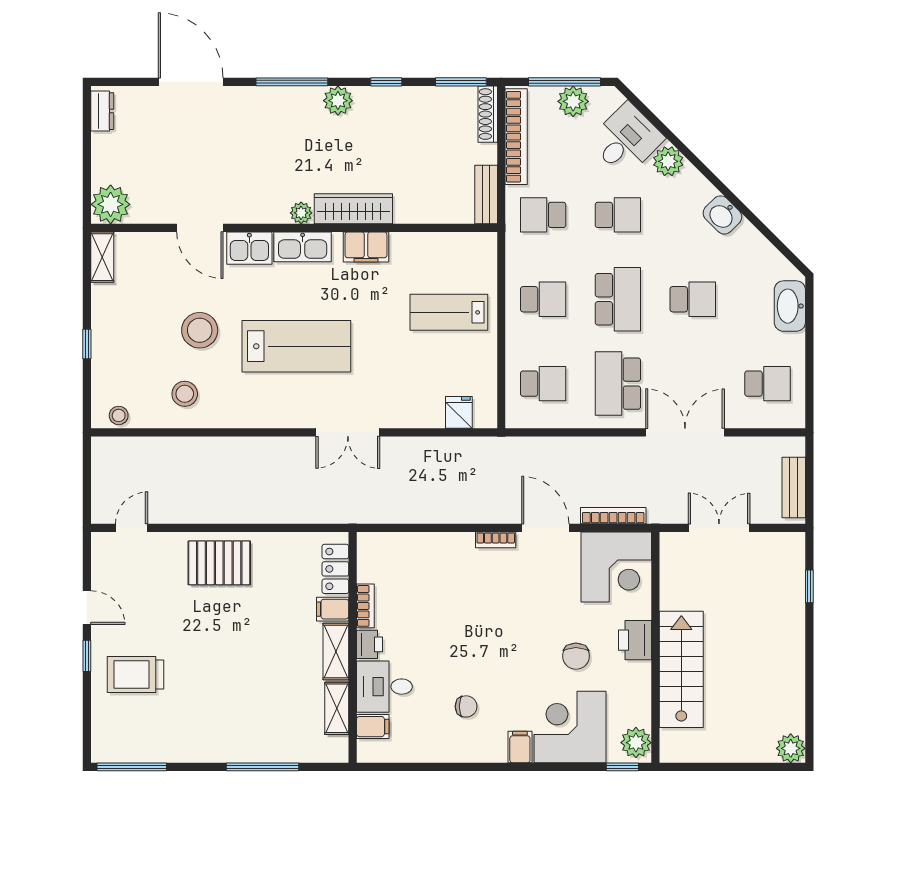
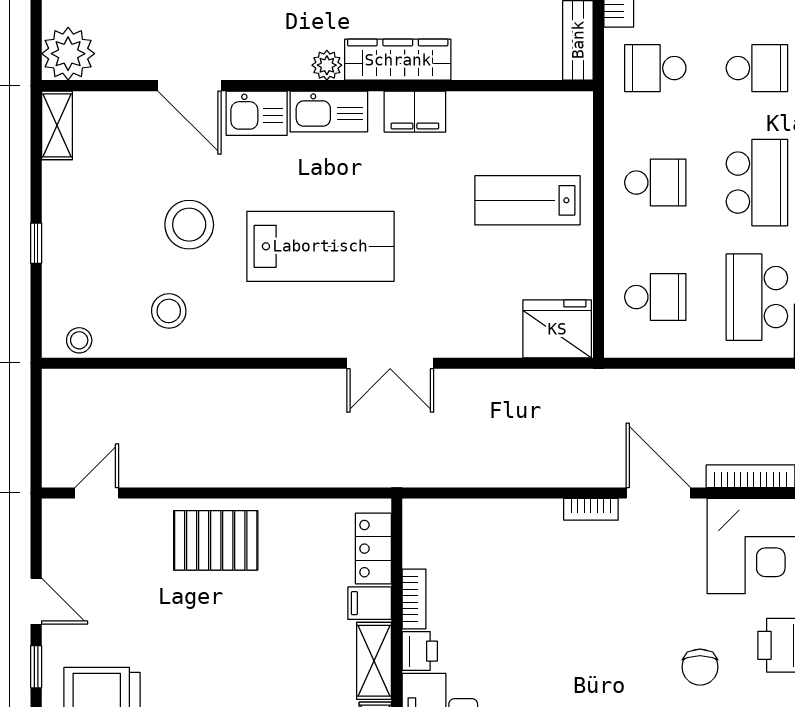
fridge: (459, 412) -> (557, 329), width x1.88, depth x1.34

